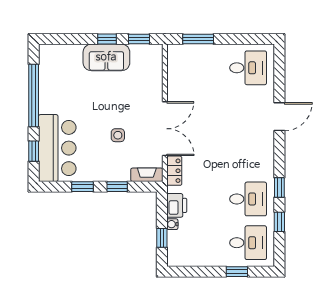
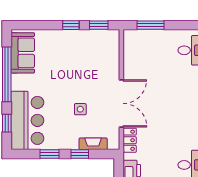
sofa: (106, 57) -> (23, 53), moved, turned -90
fireplace: (147, 175) -> (93, 144), moved

